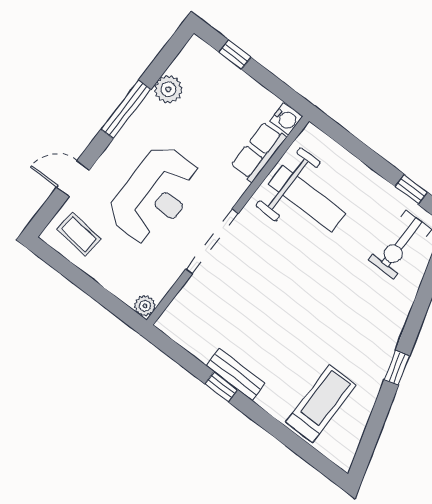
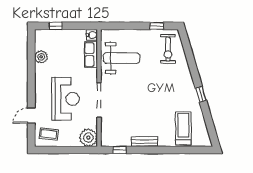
window: (126, 109) -> (31, 76), removed
plant: (145, 306) -> (88, 138), width x1.88, depth x1.88
window: (221, 387) -> (119, 150), moved

